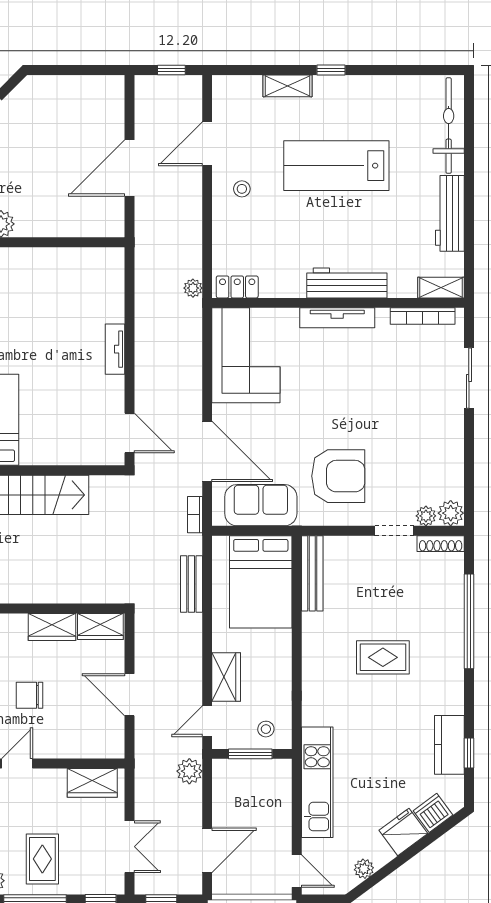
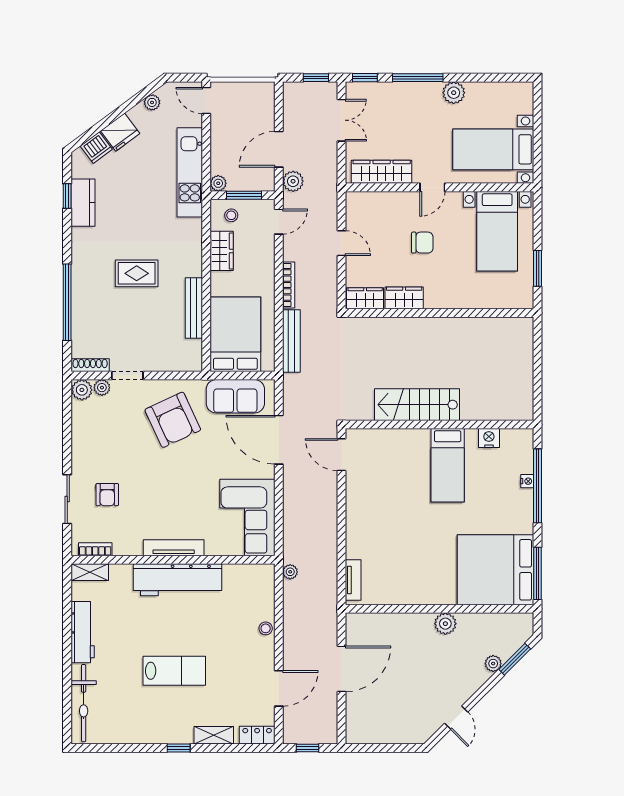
lab bench: (336, 166) -> (174, 671), width x0.73, depth x0.72
stool: (242, 189) -> (266, 628), moved
workbench: (347, 283) -> (178, 580), width x1.36, depth x1.32
locker: (237, 287) -> (257, 735), moved, turned 180
bookcase: (423, 316) -> (95, 549), width x0.64
tv unit: (115, 349) -> (353, 580), moved
armchair: (419, 383) -> (107, 495), added
armchair: (338, 476) -> (173, 420), turned -115
bookcase: (195, 515) -> (289, 285), moved, width x1.56
bench: (312, 573) -> (194, 308), moved
bench: (191, 584) -> (291, 341), width x1.36
wardrobe: (226, 677) -> (222, 251), moved, turned 180
door: (130, 695) -> (341, 243), width x0.73
plant: (282, 769) -> (218, 183), added
wardrobe: (92, 783) -> (382, 172), width x1.50
double door: (130, 847) -> (341, 120), swing flipped
door: (207, 850) -> (279, 149), moved
rug: (42, 859) -> (412, 110), removed

